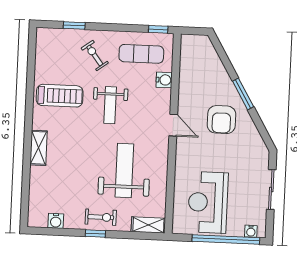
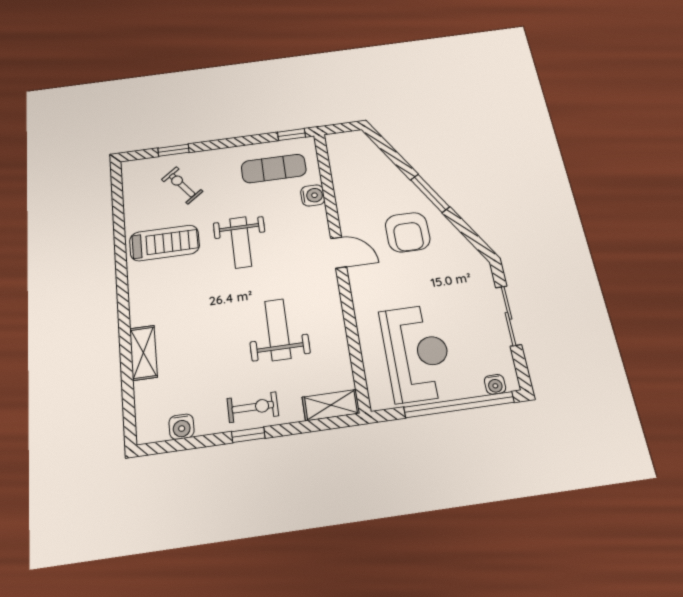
exercise bike: (95, 56) -> (182, 185), moved
shelving: (39, 148) -> (143, 353), moved
weight bench: (124, 170) -> (278, 330), width x0.73, depth x0.75
reception desk: (208, 202) -> (417, 353), turned 180

